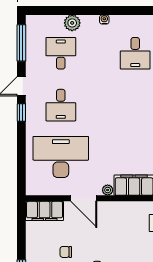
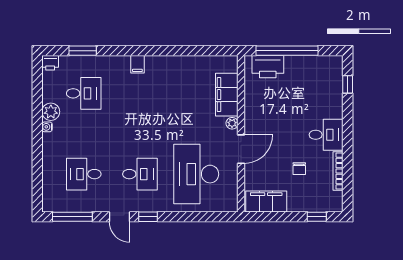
plant: (72, 23) -> (51, 112), moved
filing cabinet: (45, 211) -> (266, 202), moved, turned -90

